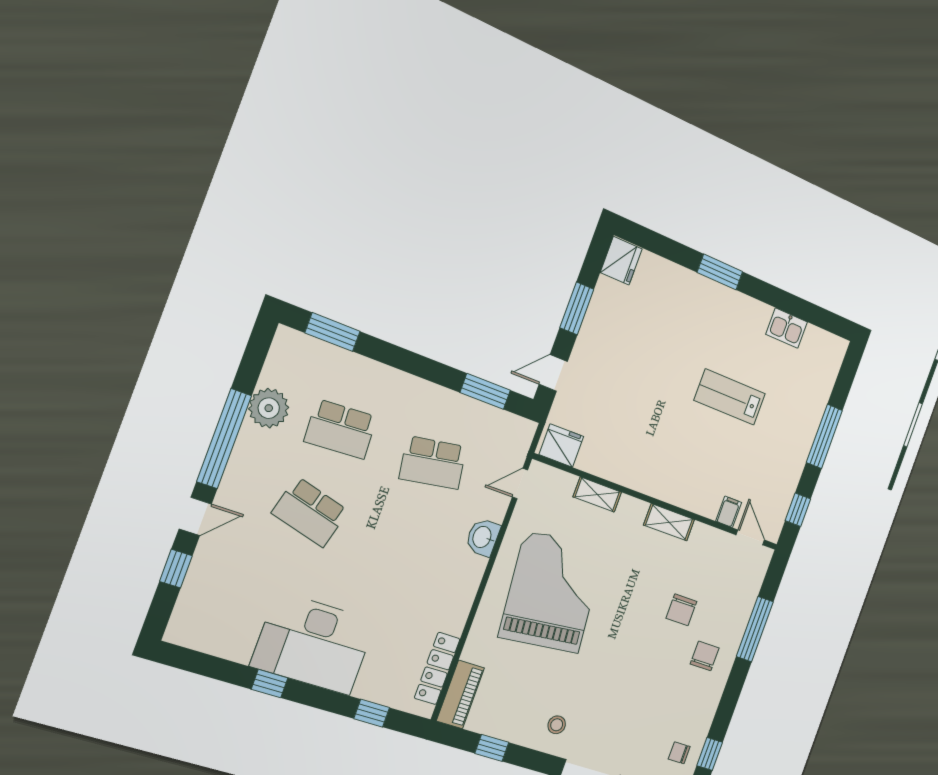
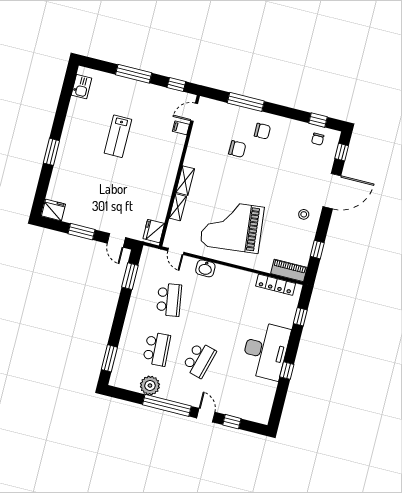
kitchen sink: (787, 328) -> (81, 87), moved
shelving: (669, 522) -> (185, 181), moved
chair: (705, 656) -> (262, 131), turned 180

